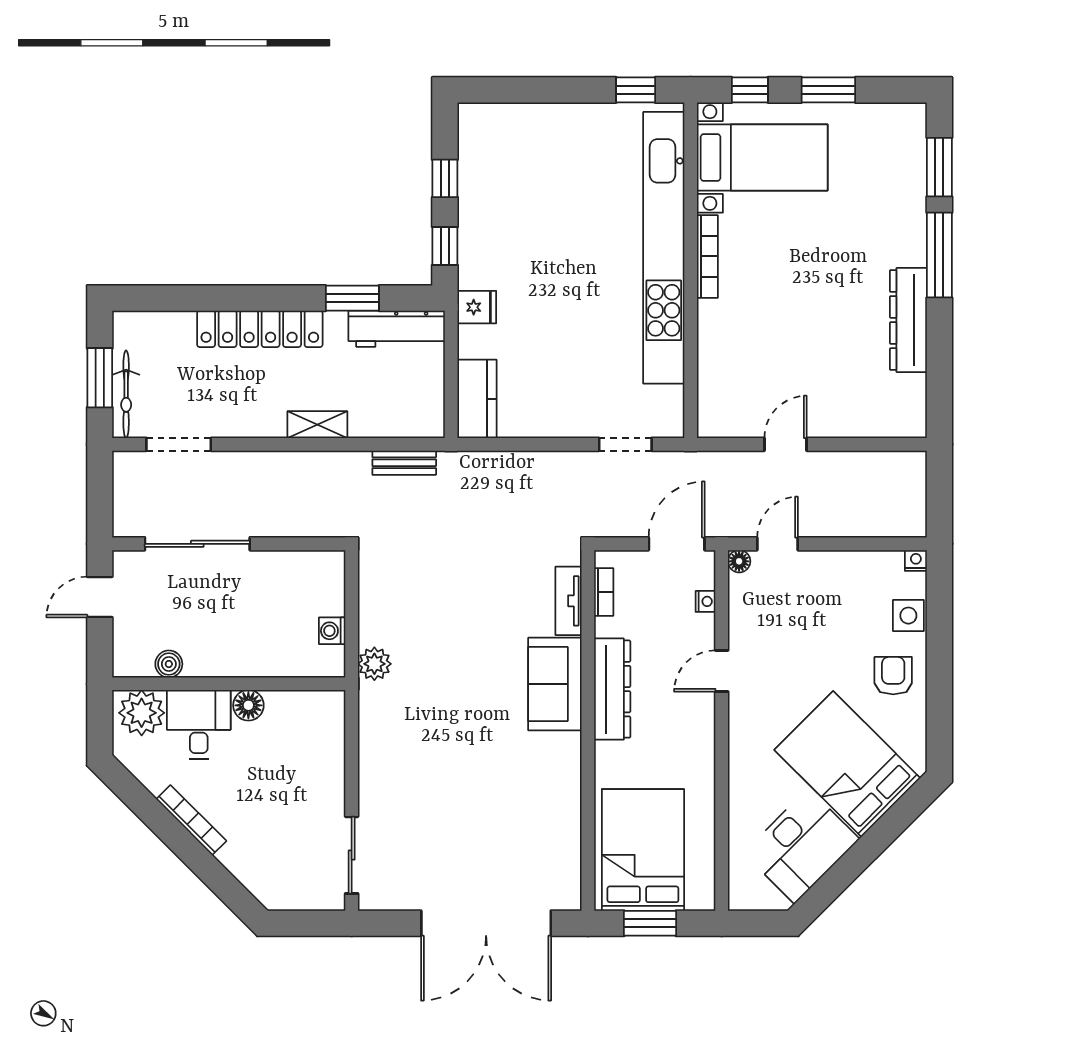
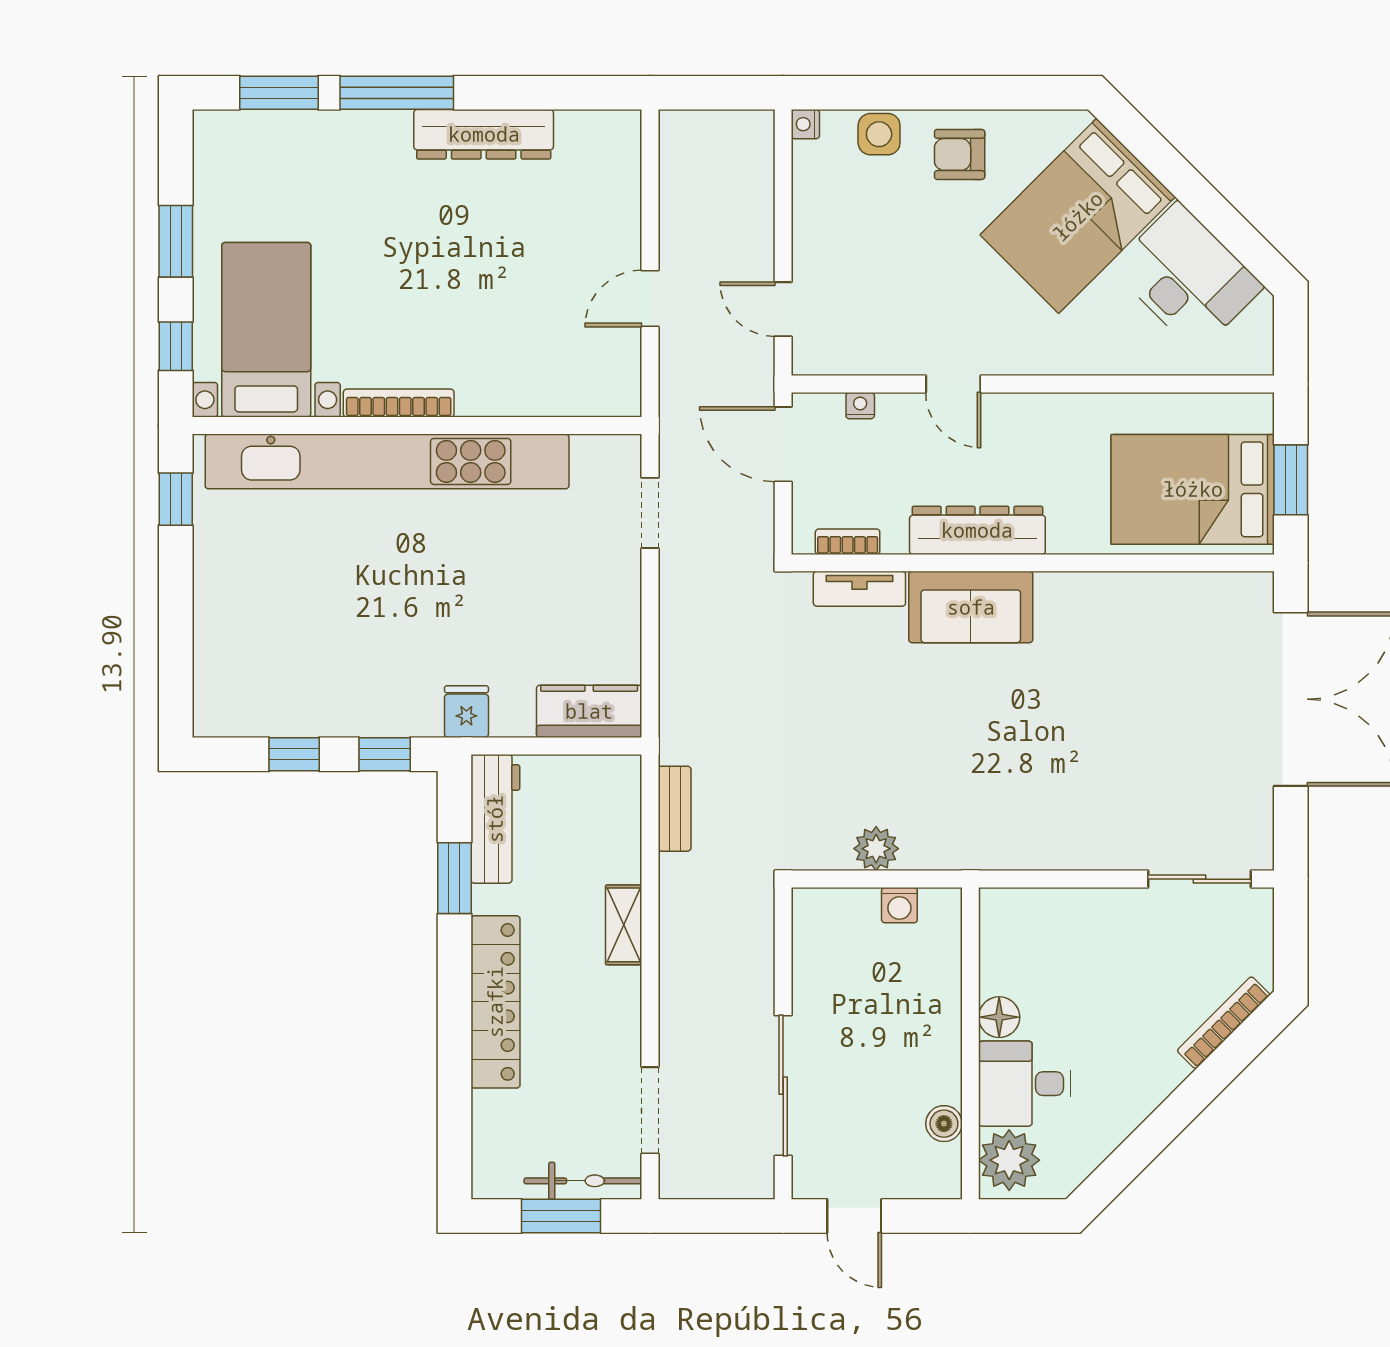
door: (785, 444) -> (650, 299), hinge flipped
floor lamp: (739, 561) -> (806, 361), removed
plant: (374, 664) -> (876, 849), moved
bookcase: (191, 820) -> (1224, 1023), moved

